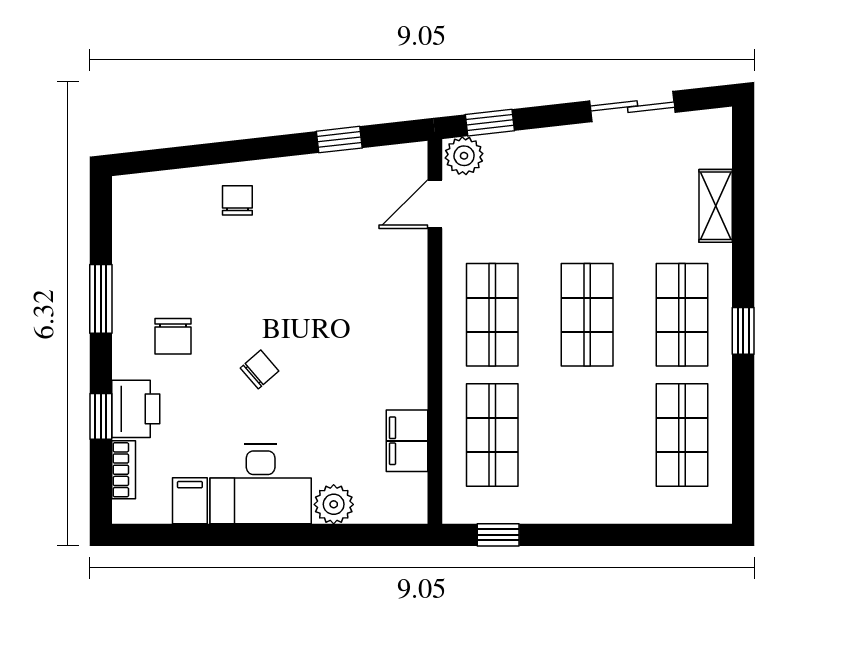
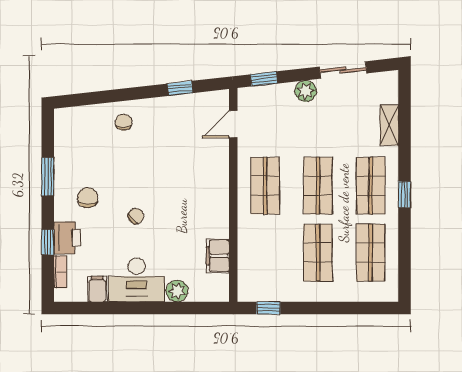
plant: (464, 156) -> (306, 91), moved
chair: (173, 336) -> (88, 198), turned 180
shop shelf: (492, 435) -> (318, 253), moved

